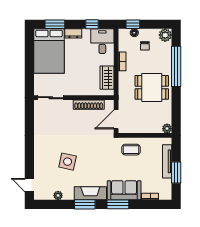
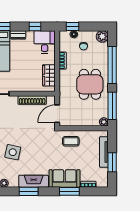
dining table: (152, 87) -> (90, 84), turned 90
window: (176, 111) -> (112, 106), added
window: (118, 204) -> (69, 191), moved

